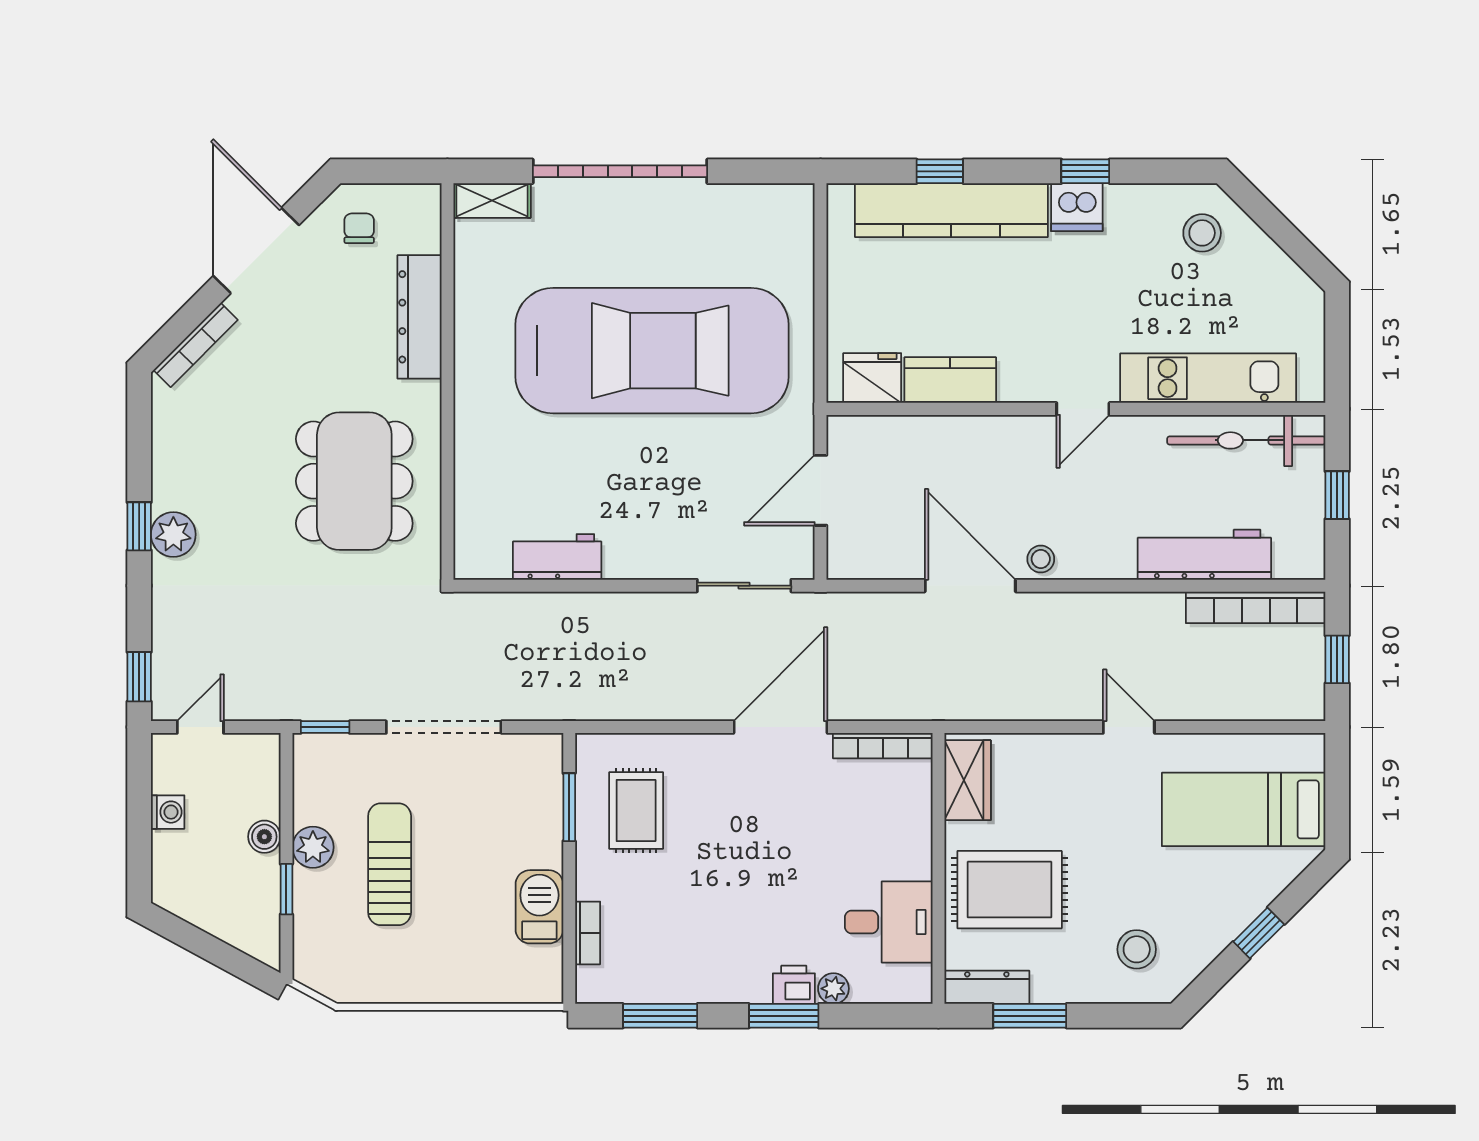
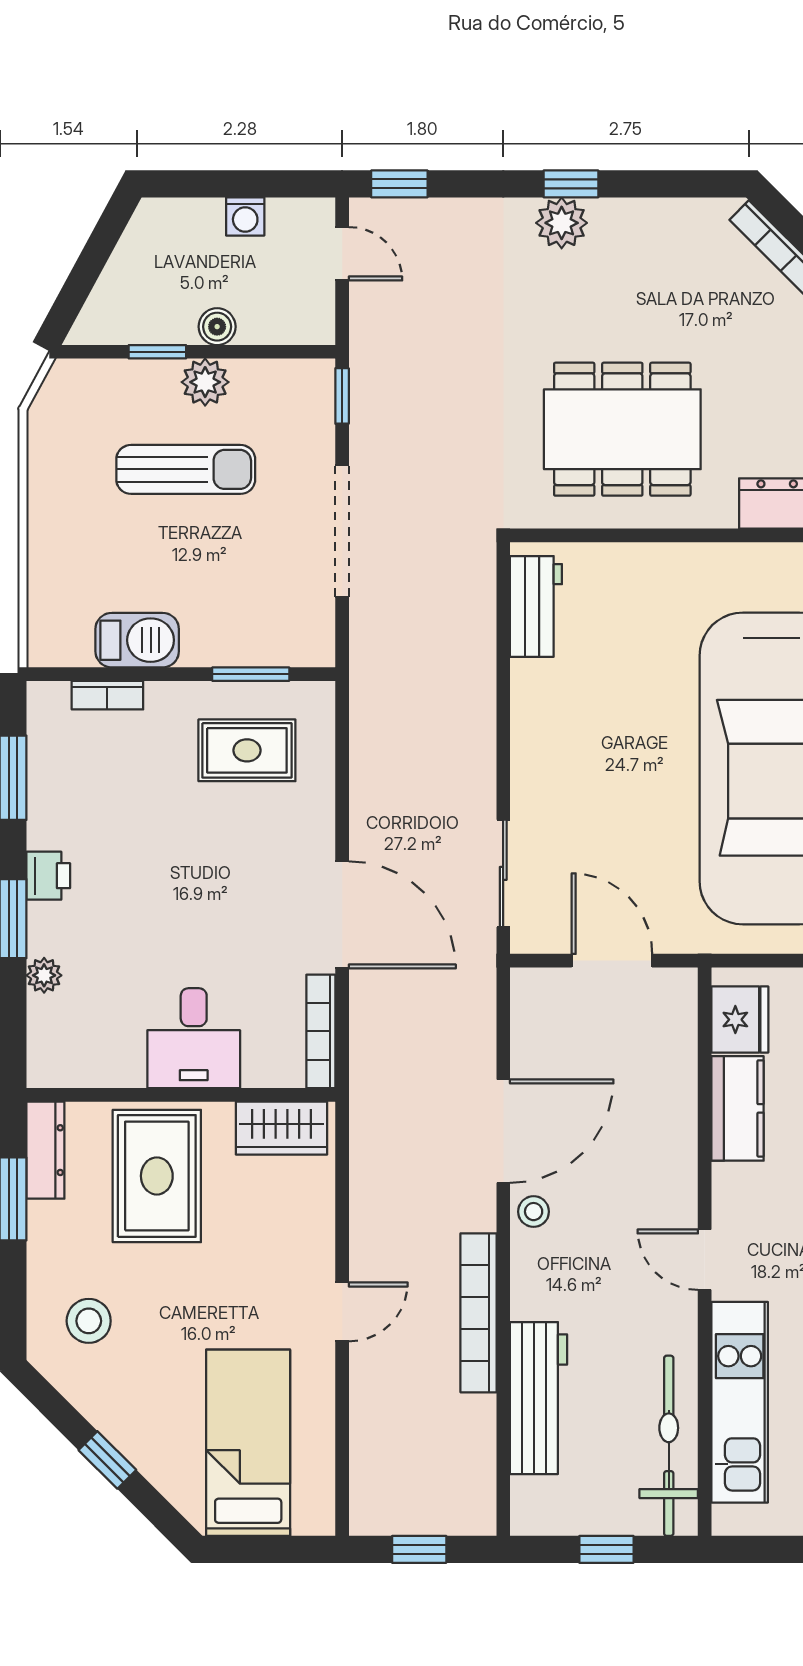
workbench: (557, 557) -> (536, 606), moved
bookcase: (1256, 607) -> (478, 1313), moved
desk: (889, 922) -> (194, 1038), moved
printer: (794, 985) -> (48, 876), moved

